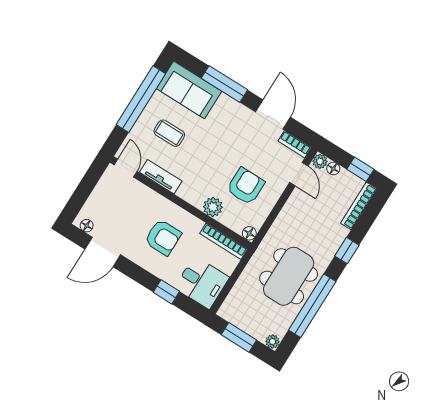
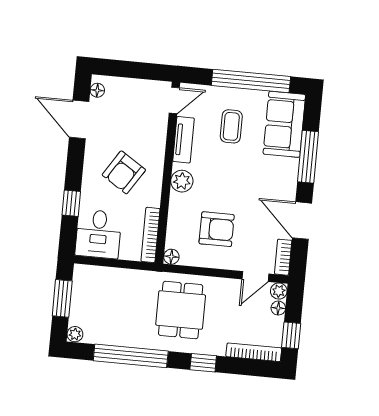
door: (273, 114) -> (302, 221), swing flipped
plant: (213, 207) -> (182, 181), moved
armchair: (163, 237) -> (124, 172), turned 33
dining table: (289, 276) -> (181, 310), moved, width x0.73

